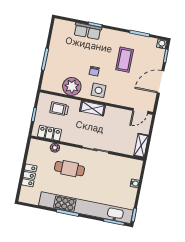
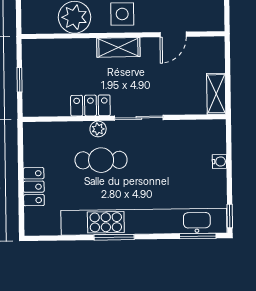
trolley: (59, 109) -> (61, 60), removed
door: (140, 111) -> (173, 34), moved
locker: (50, 133) -> (90, 105), moved
plant: (55, 148) -> (98, 129), moved

